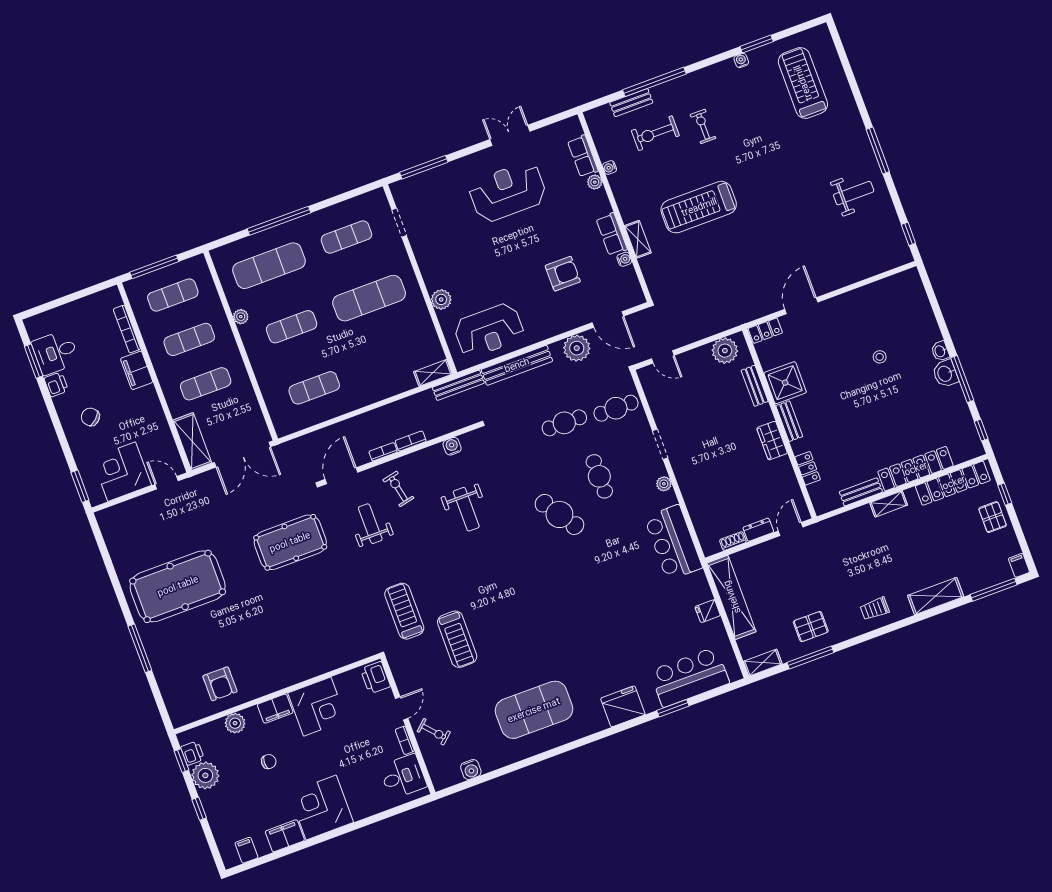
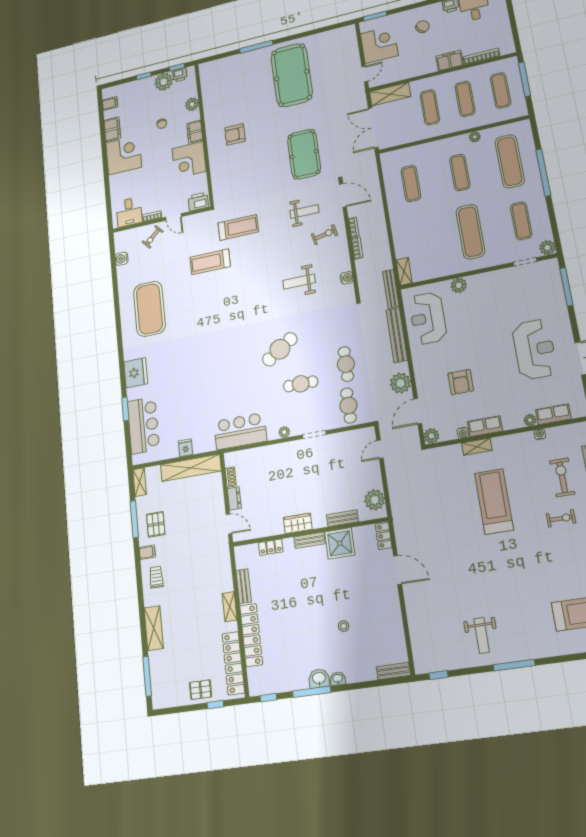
plant: (377, 199) -> (547, 248), added
bench: (916, 287) -> (393, 671), added
plant: (635, 297) -> (431, 436), added
filing cabinet: (1019, 565) -> (147, 552), moved
armchair: (220, 684) -> (235, 135), moved

